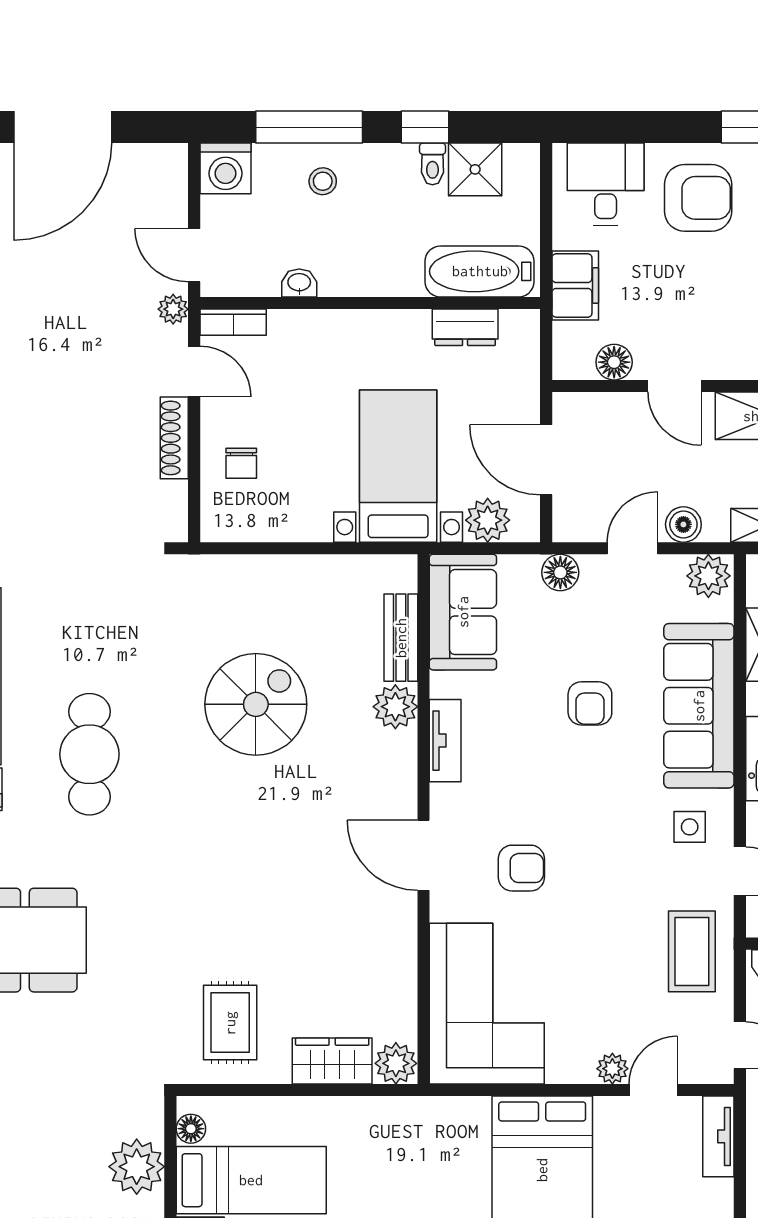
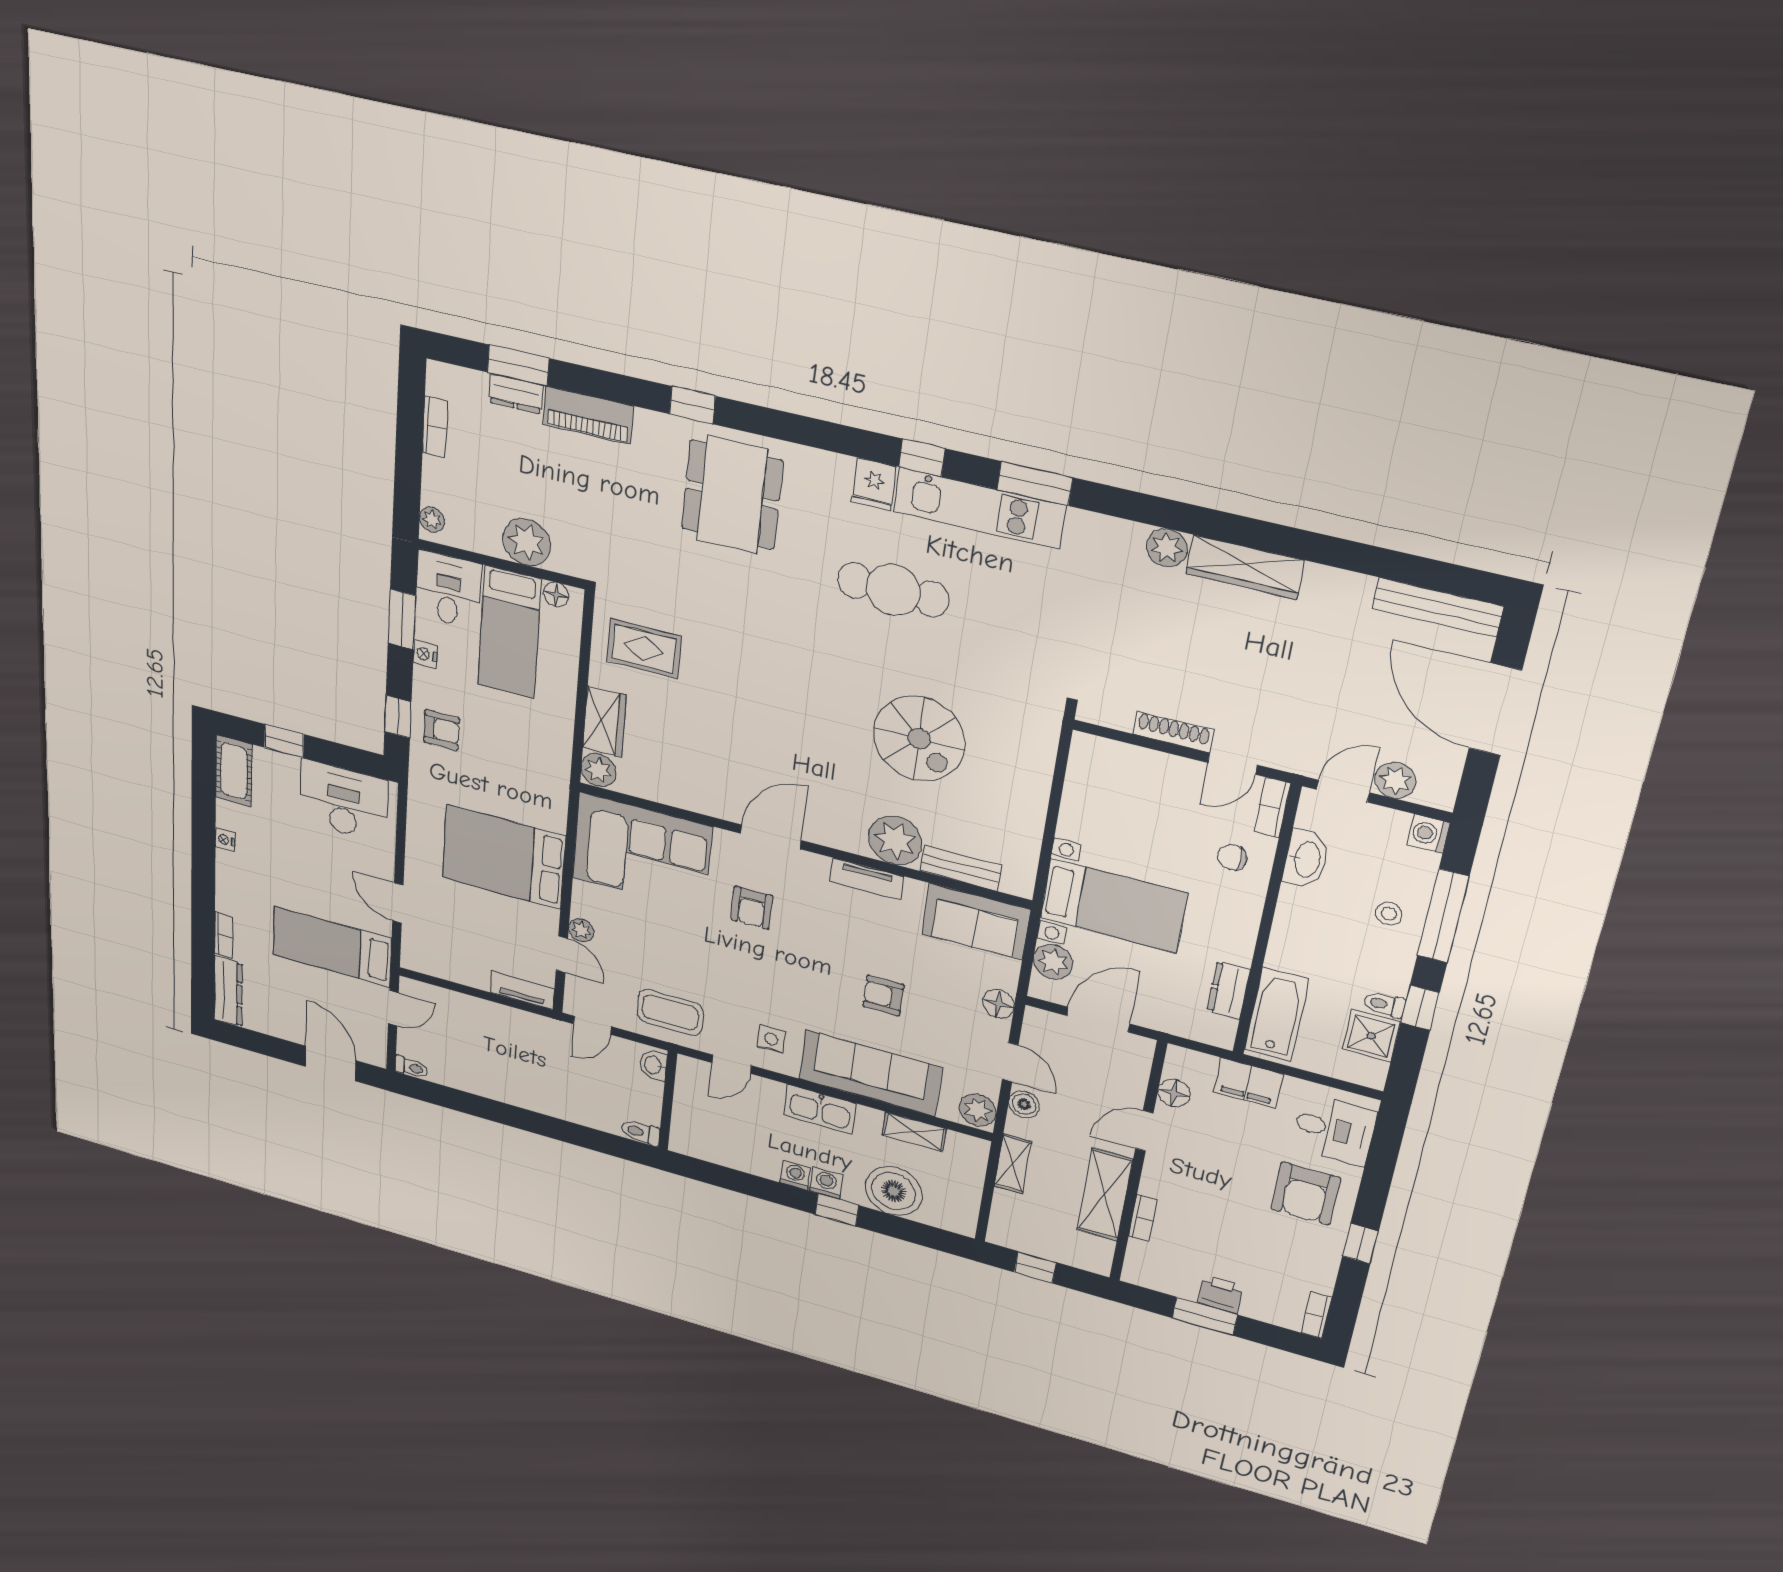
washing machine: (225, 168) -> (1429, 834), width x0.73, depth x0.73
washbasin: (299, 283) -> (1306, 859), width x1.91, depth x1.45
plant: (173, 309) -> (1395, 780), moved, width x1.38, depth x1.38
chair: (241, 463) -> (1232, 857), moved
plant: (395, 707) -> (895, 840), width x1.36, depth x1.36

